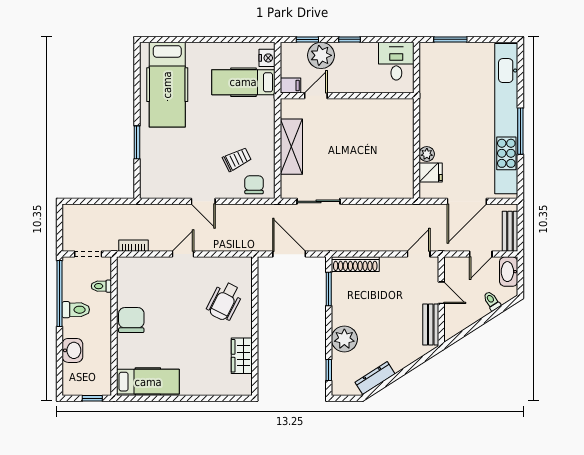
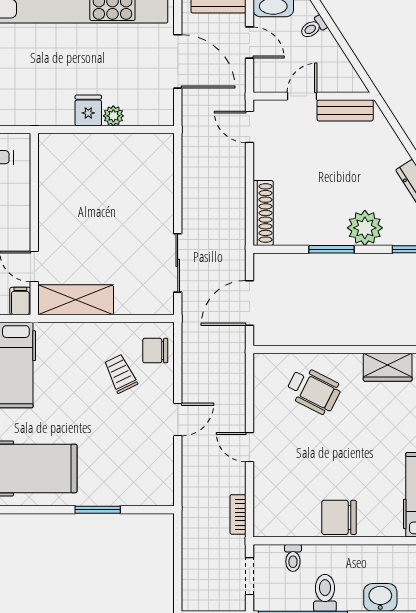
shelving: (291, 147) -> (76, 300), moved
fridge: (431, 173) -> (88, 110), moved
window: (329, 289) -> (331, 249), moved

